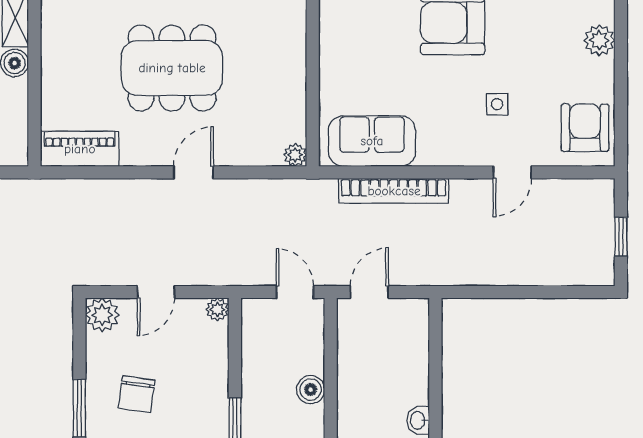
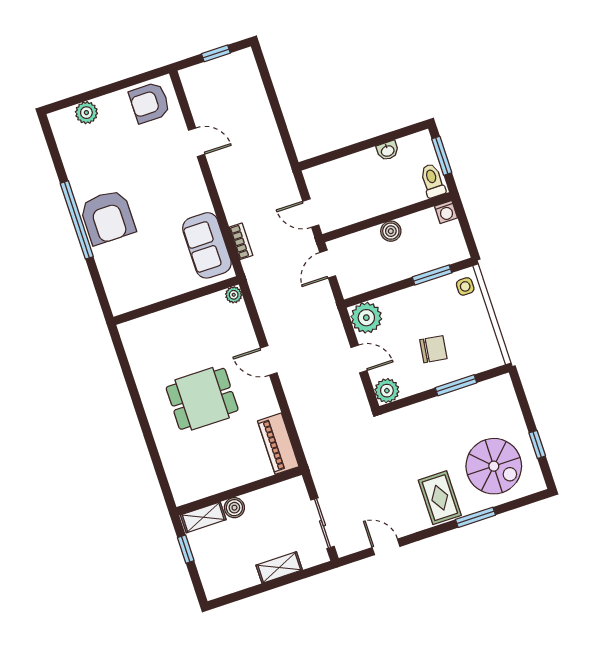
dining table: (172, 68) -> (202, 399), width x0.73
side table: (497, 104) -> (153, 168), removed
bookcase: (394, 191) -> (241, 241), width x0.43, depth x0.76
plant: (217, 310) -> (366, 318), width x1.88, depth x1.88

